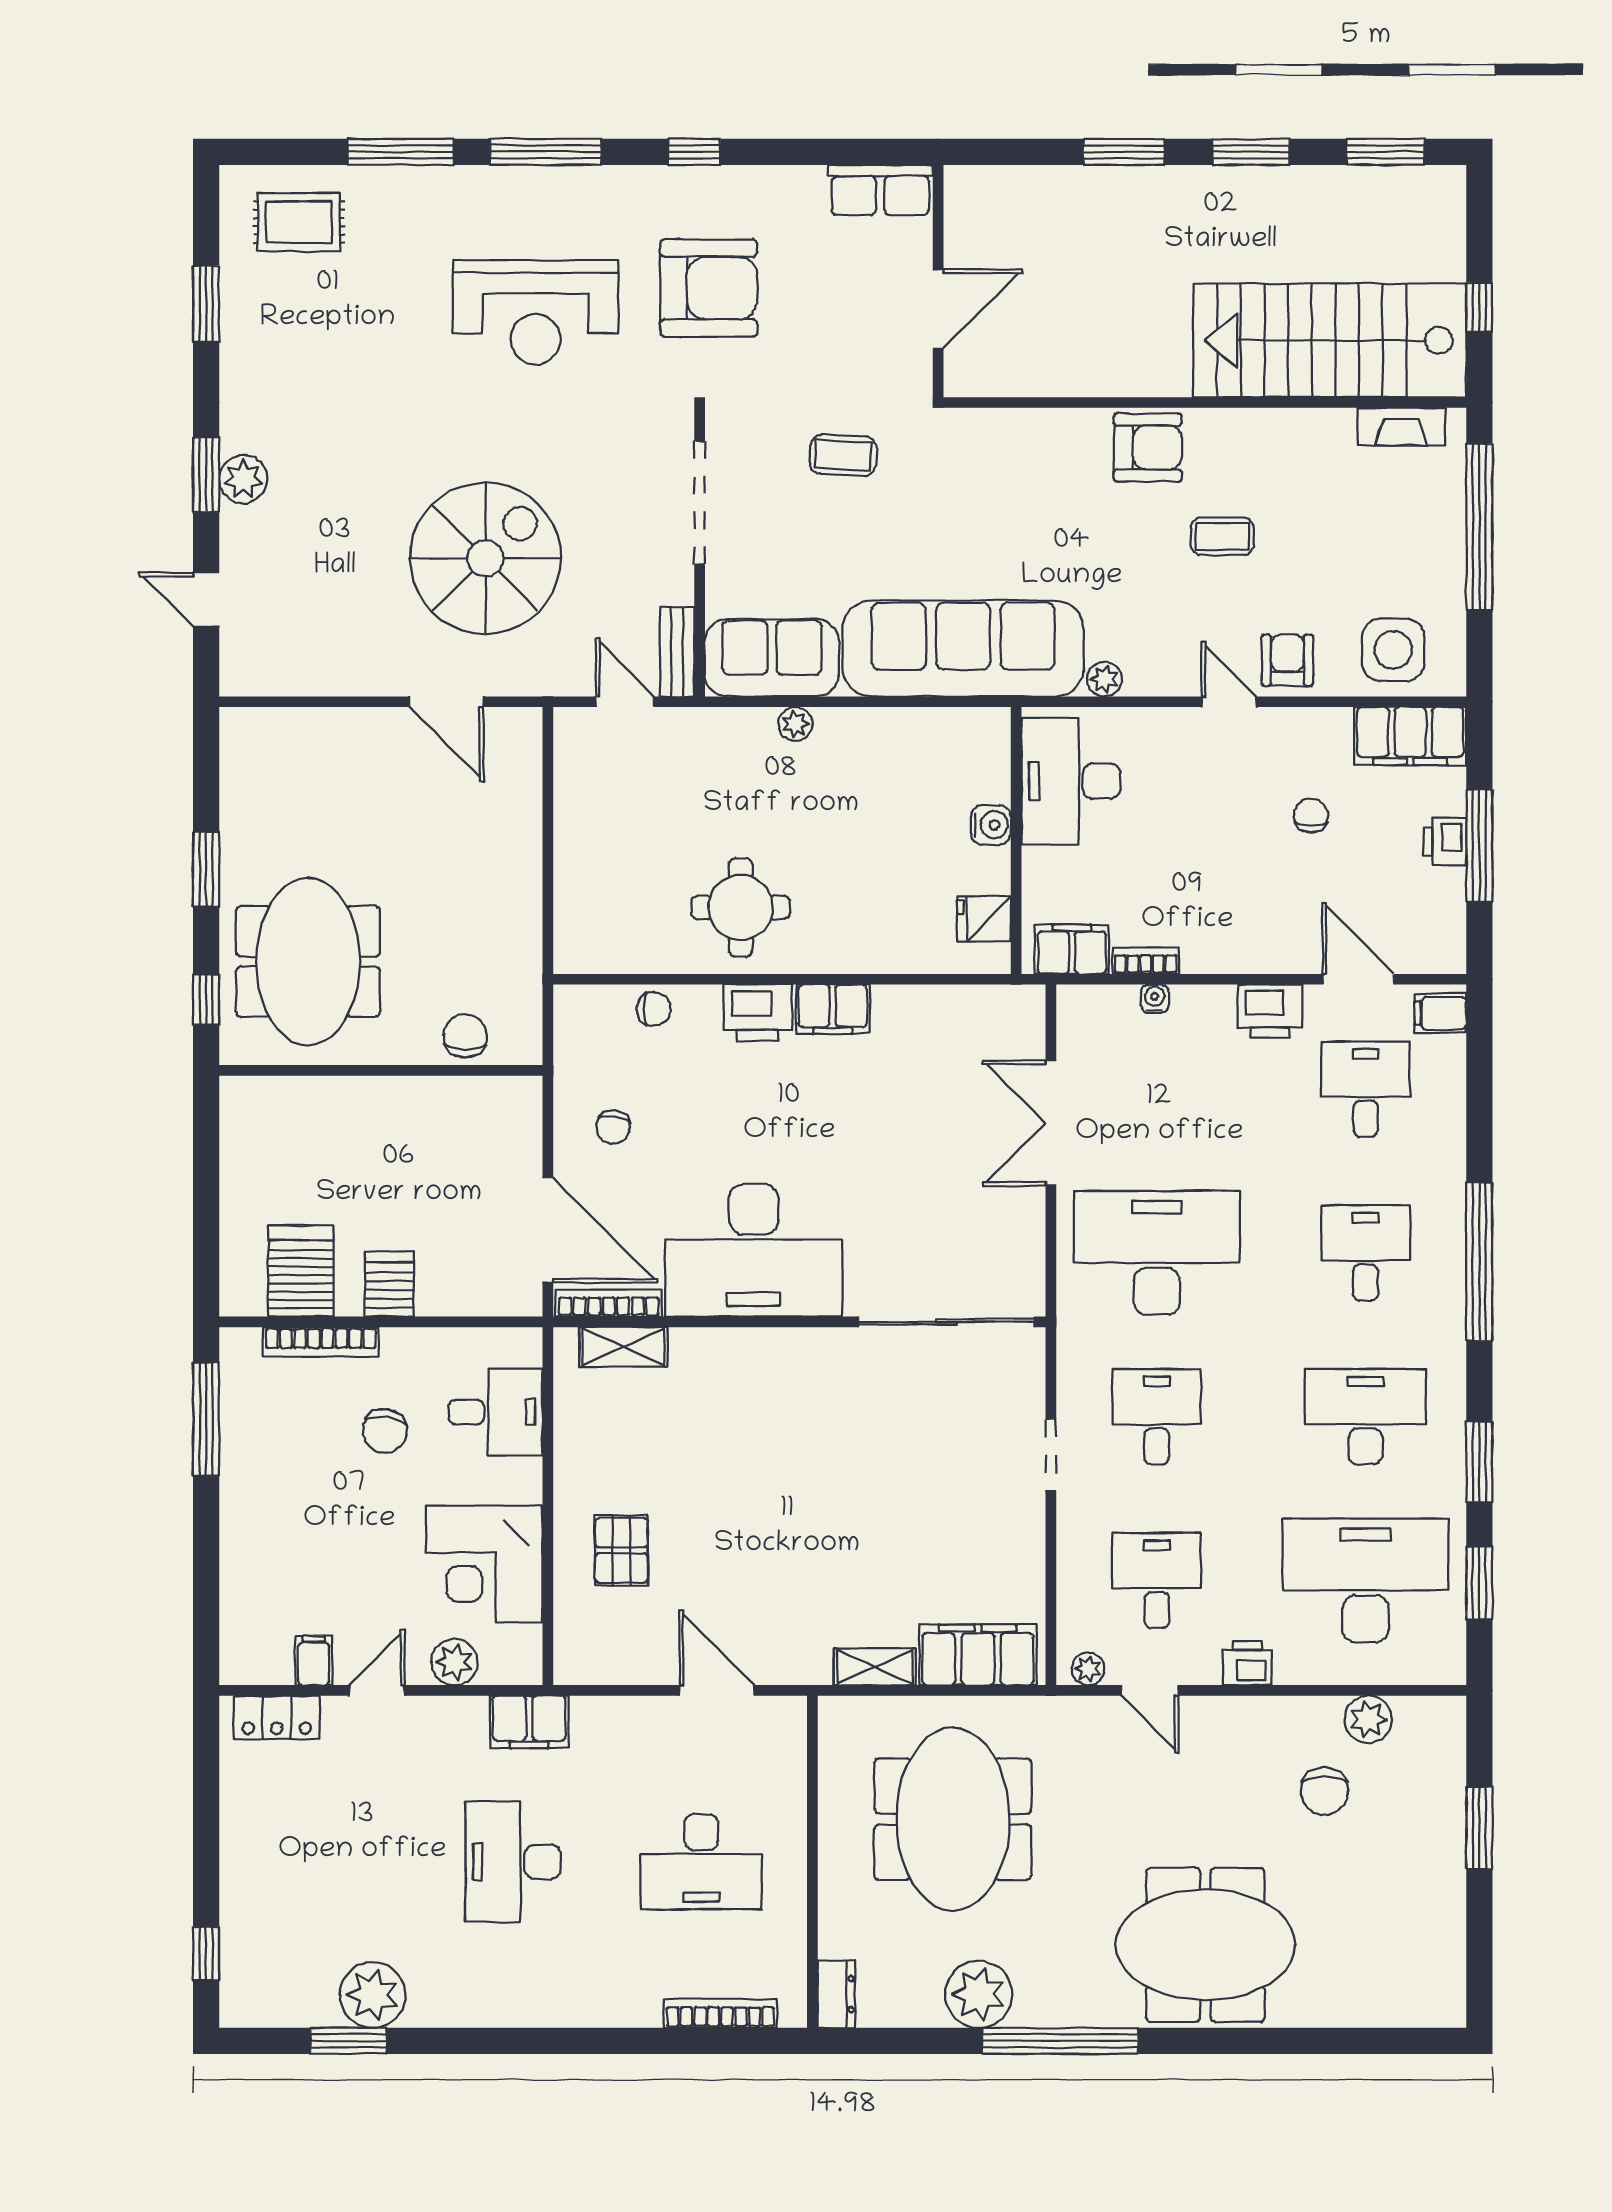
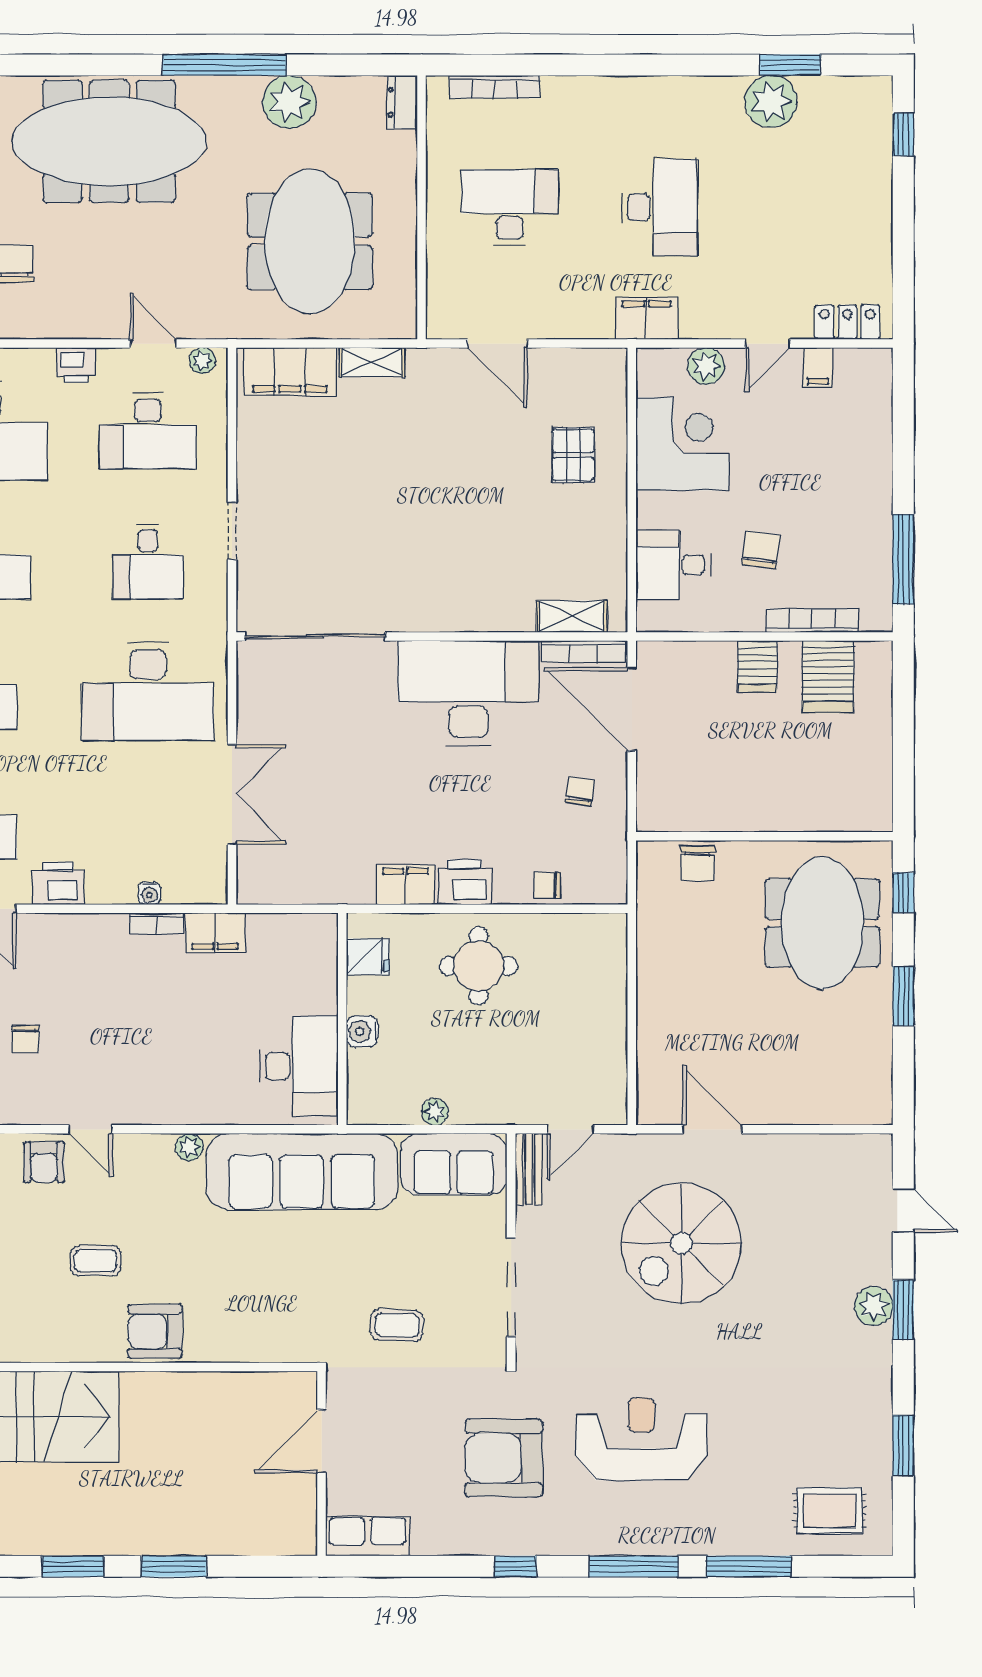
door: (625, 702) -> (571, 1129), hinge flipped
desk: (1071, 781) -> (299, 1066), moved
water cooler: (991, 825) -> (362, 1031), moved
wall: (1016, 840) -> (342, 1019), moved
fridge: (984, 919) -> (368, 957), moved
desk: (1157, 1580) -> (148, 431), width x1.37
meeting table: (1205, 1945) -> (109, 141), width x1.36

